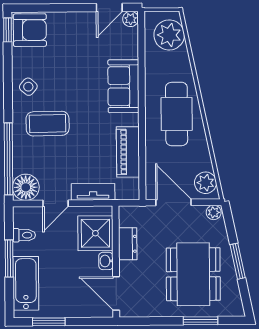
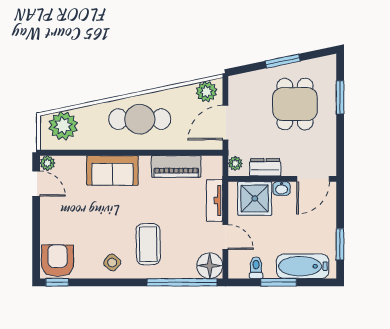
plant: (214, 212) -> (235, 163), moved
dining table: (193, 274) -> (295, 104), width x0.73

